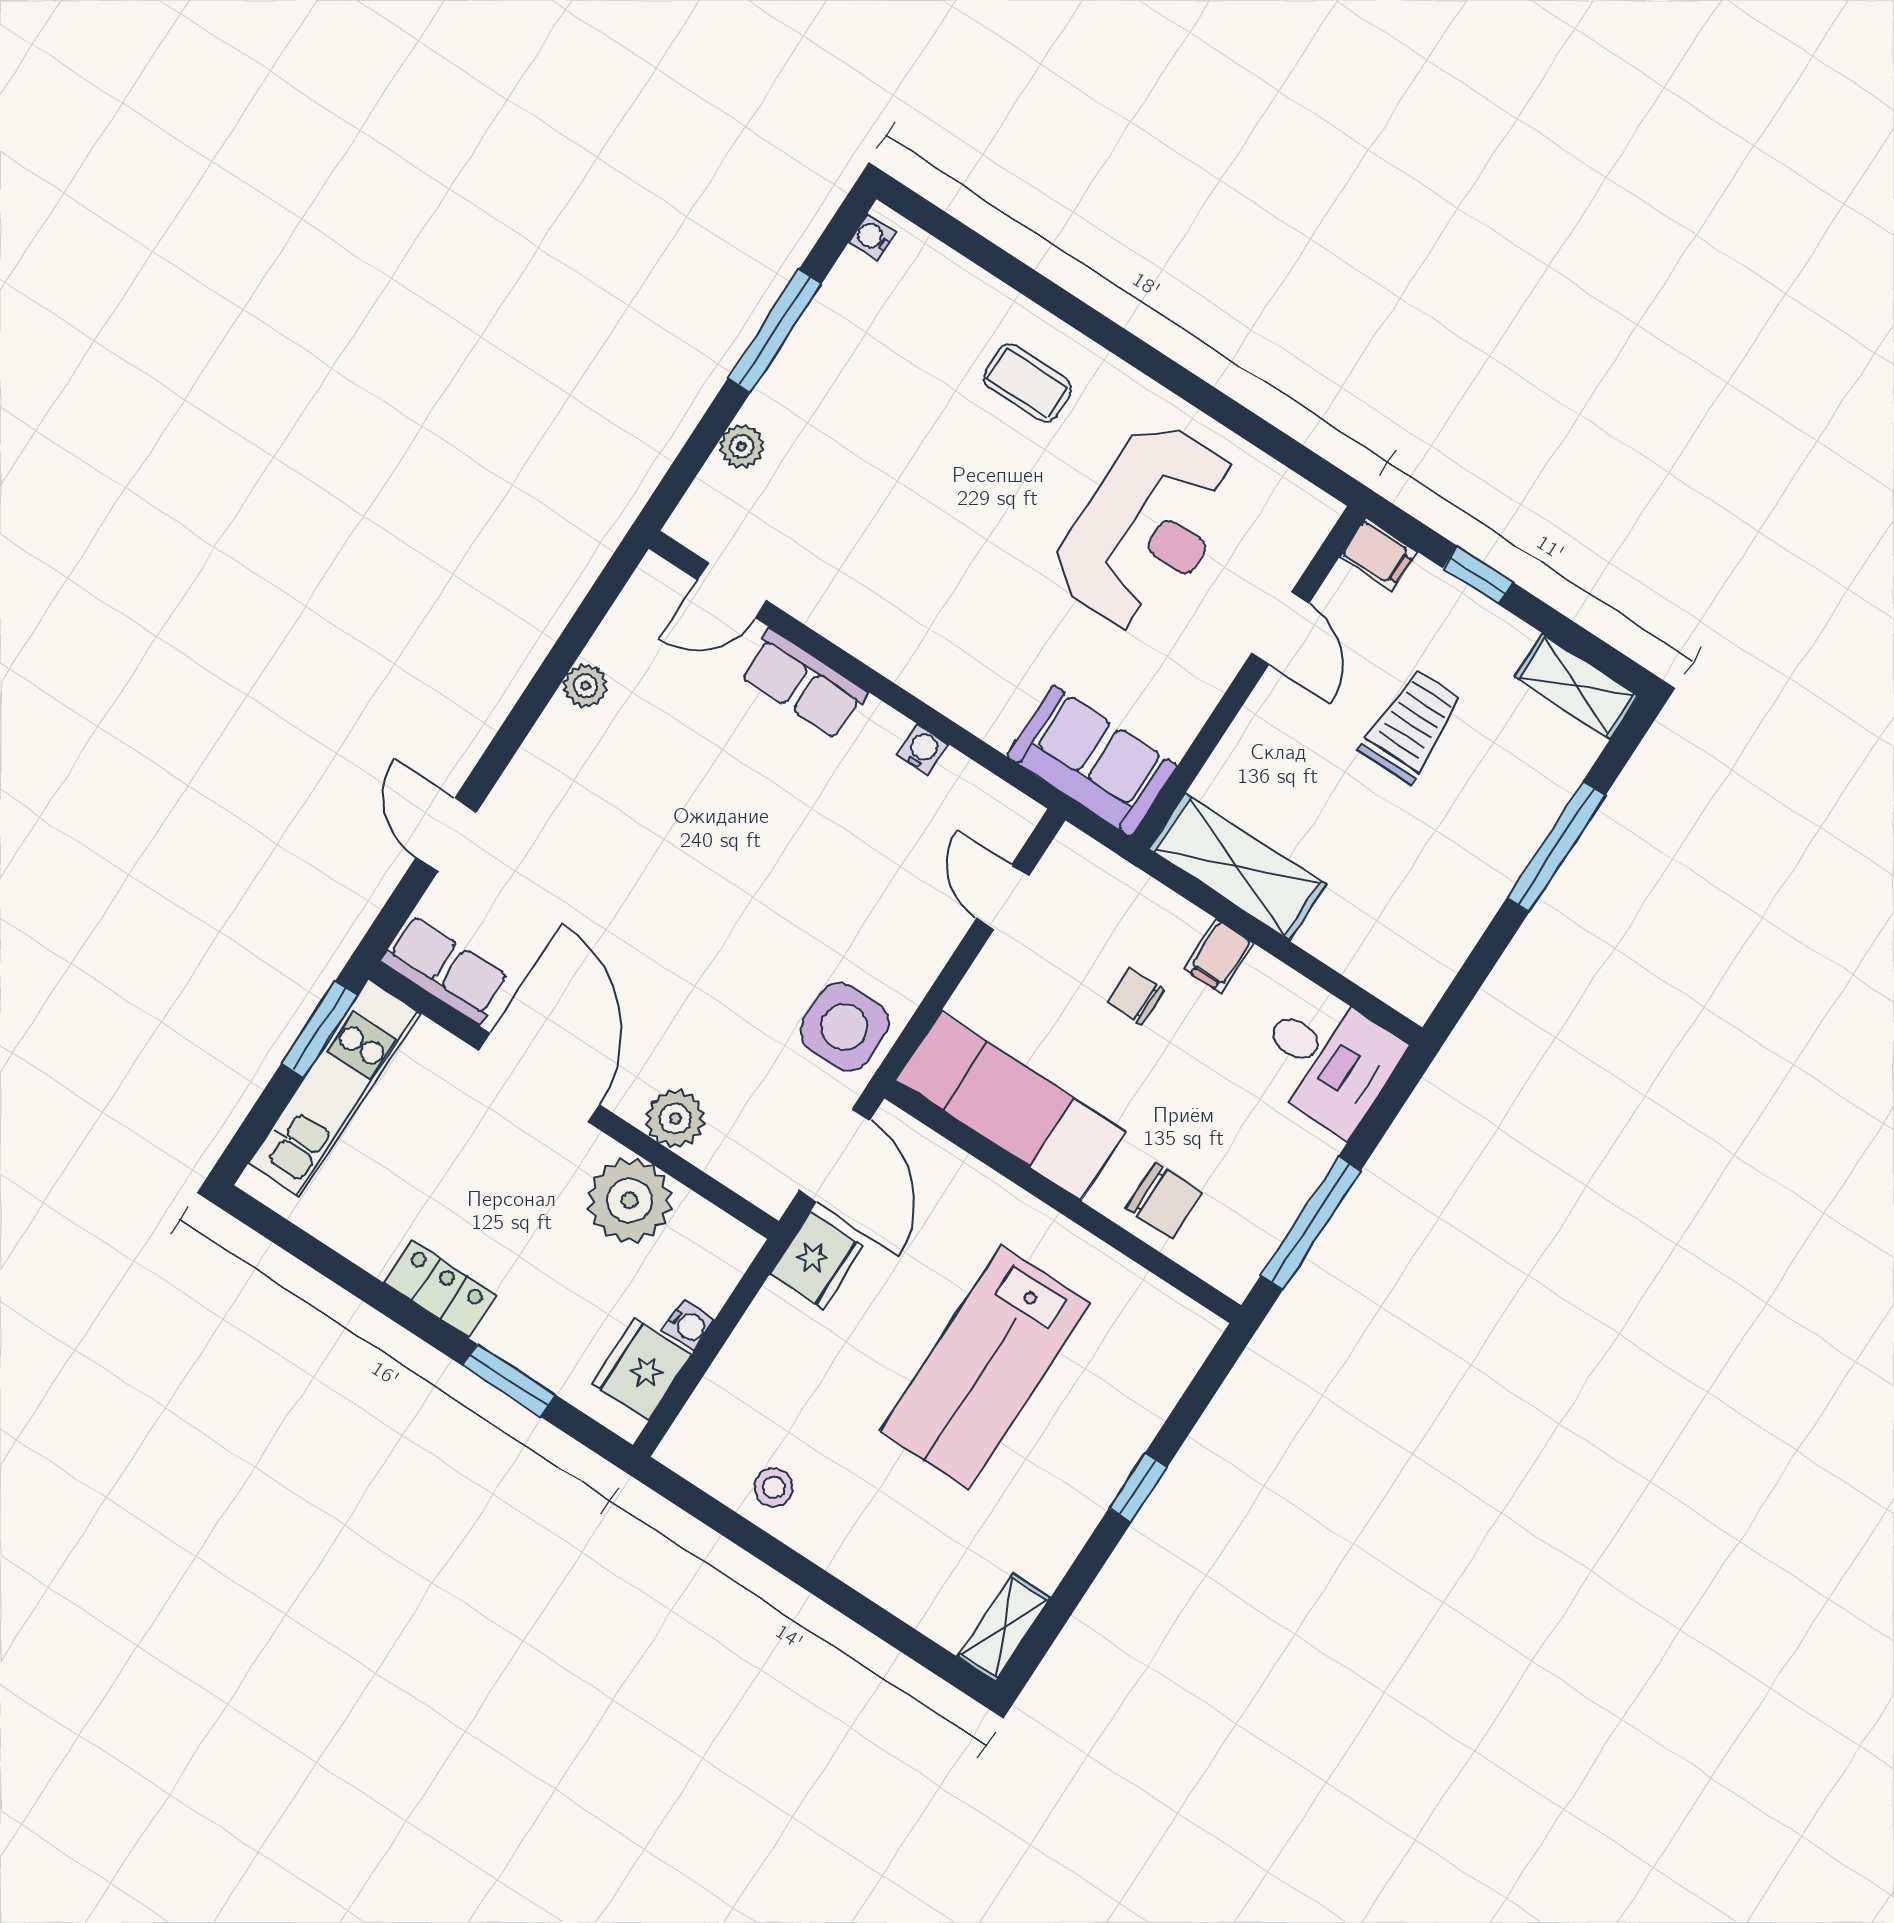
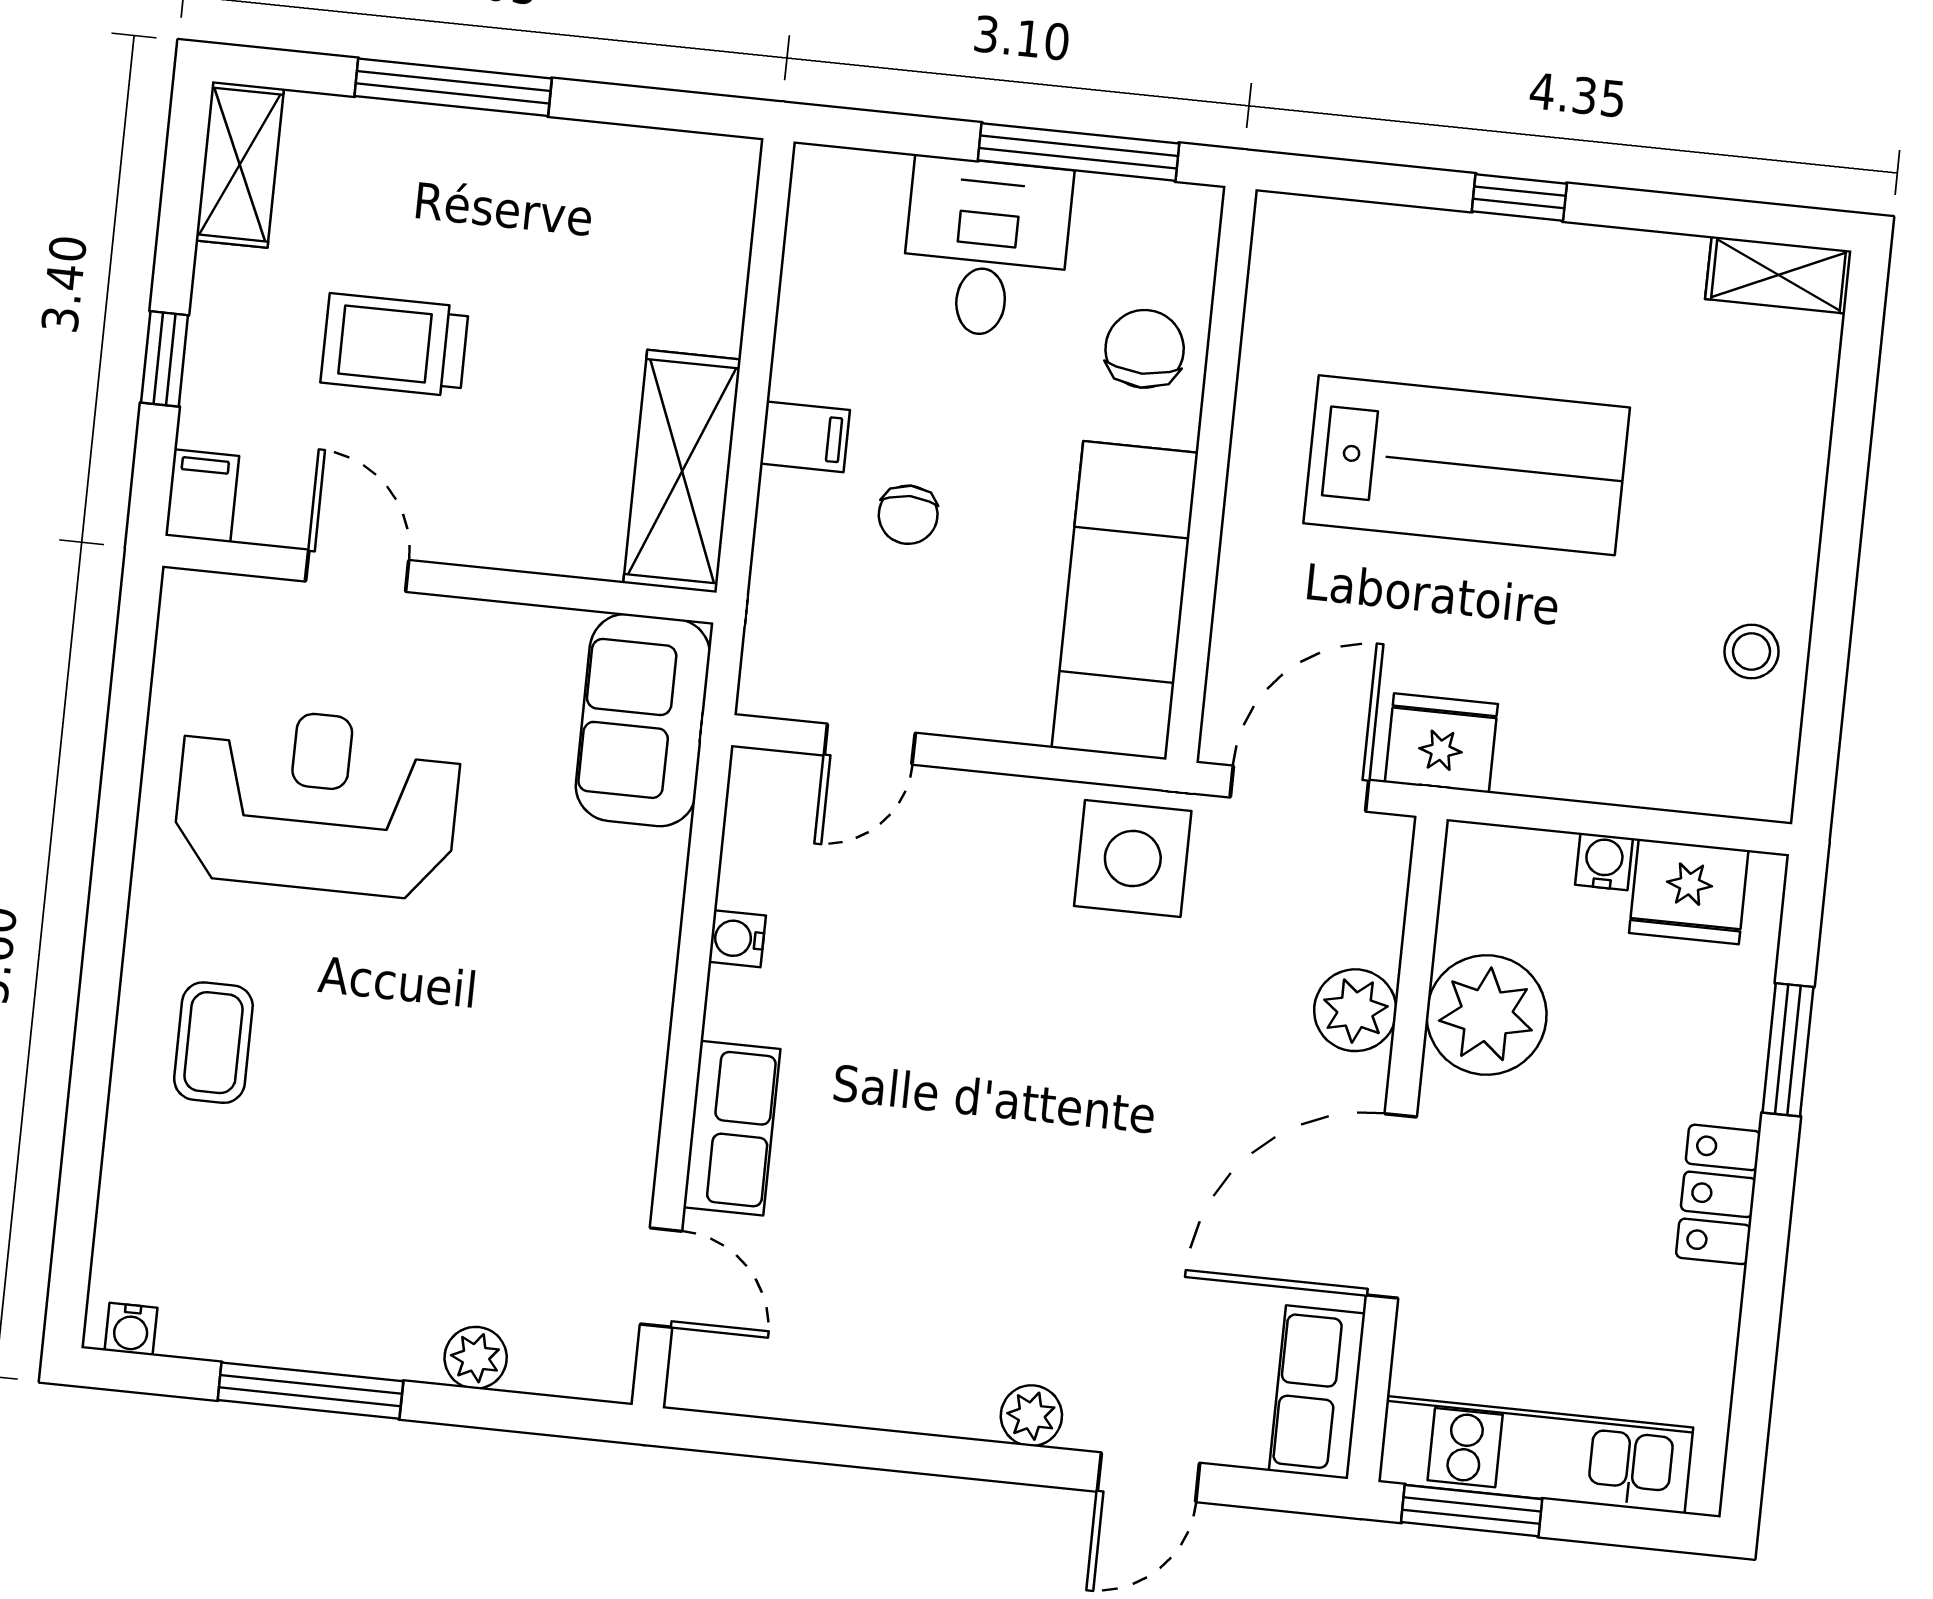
door: (1280, 628) -> (357, 571), hinge flipped
plant: (585, 686) -> (1031, 1416), moved
desk: (1328, 1060) -> (986, 248), moved

